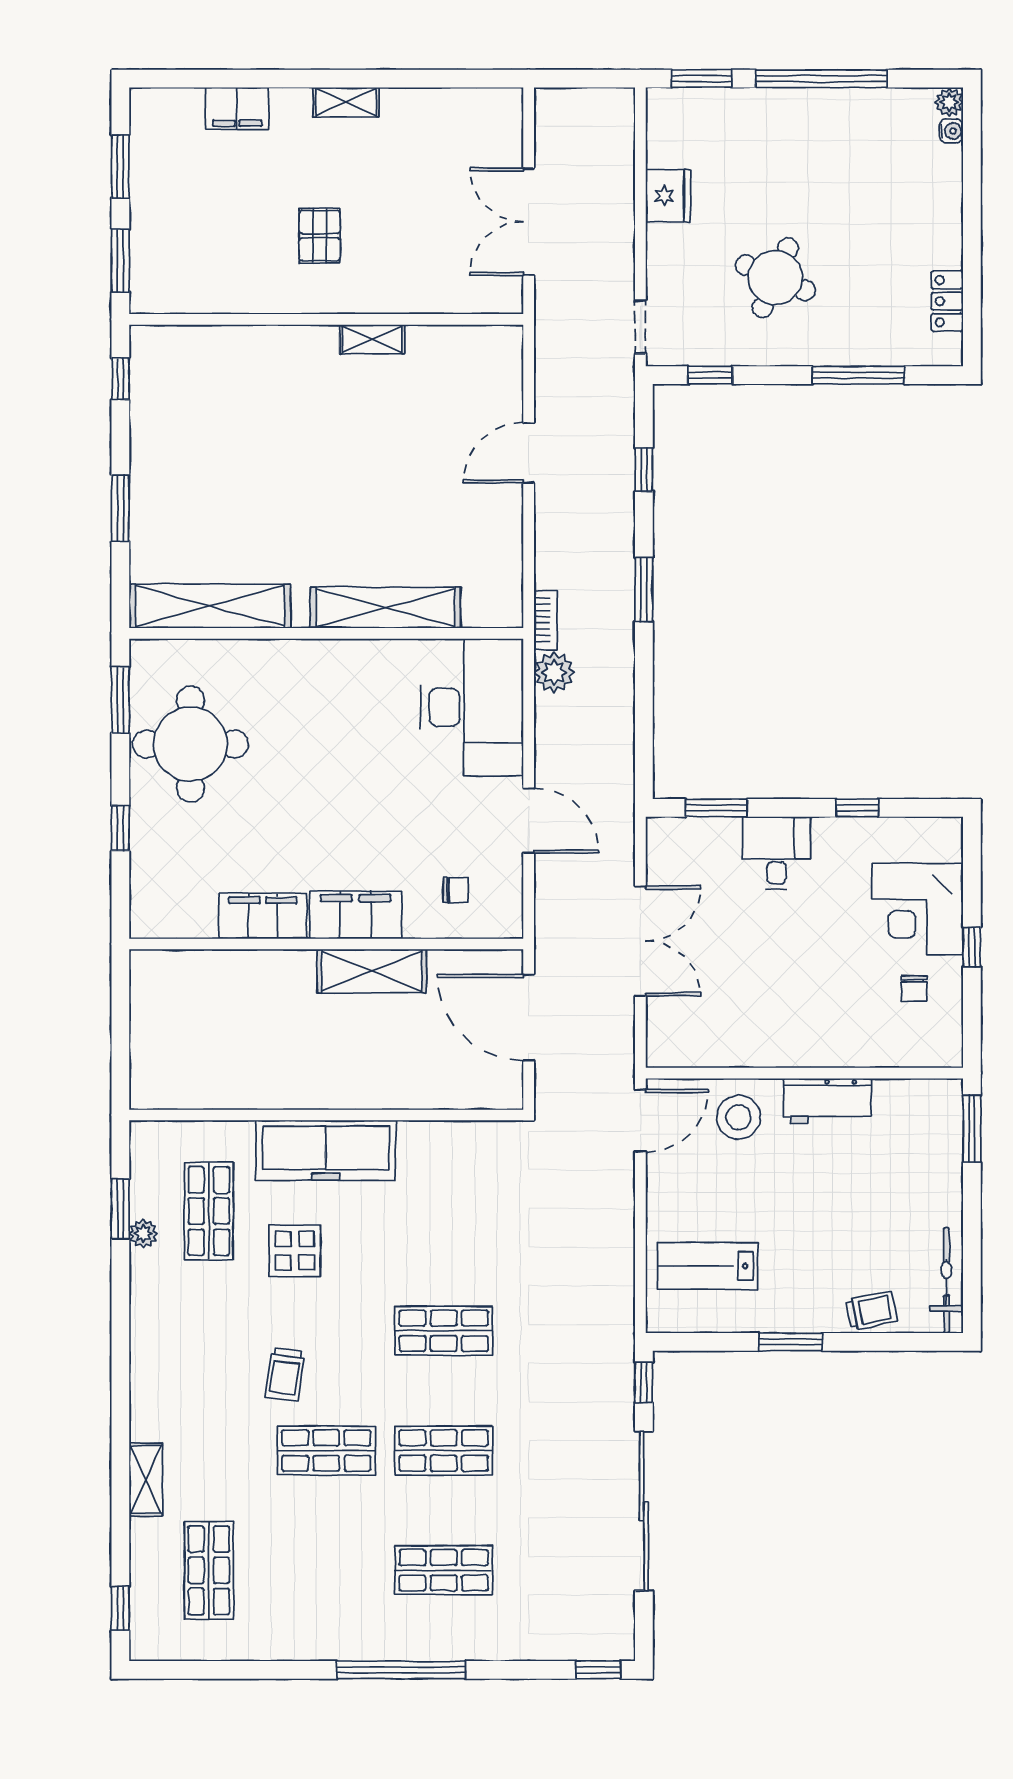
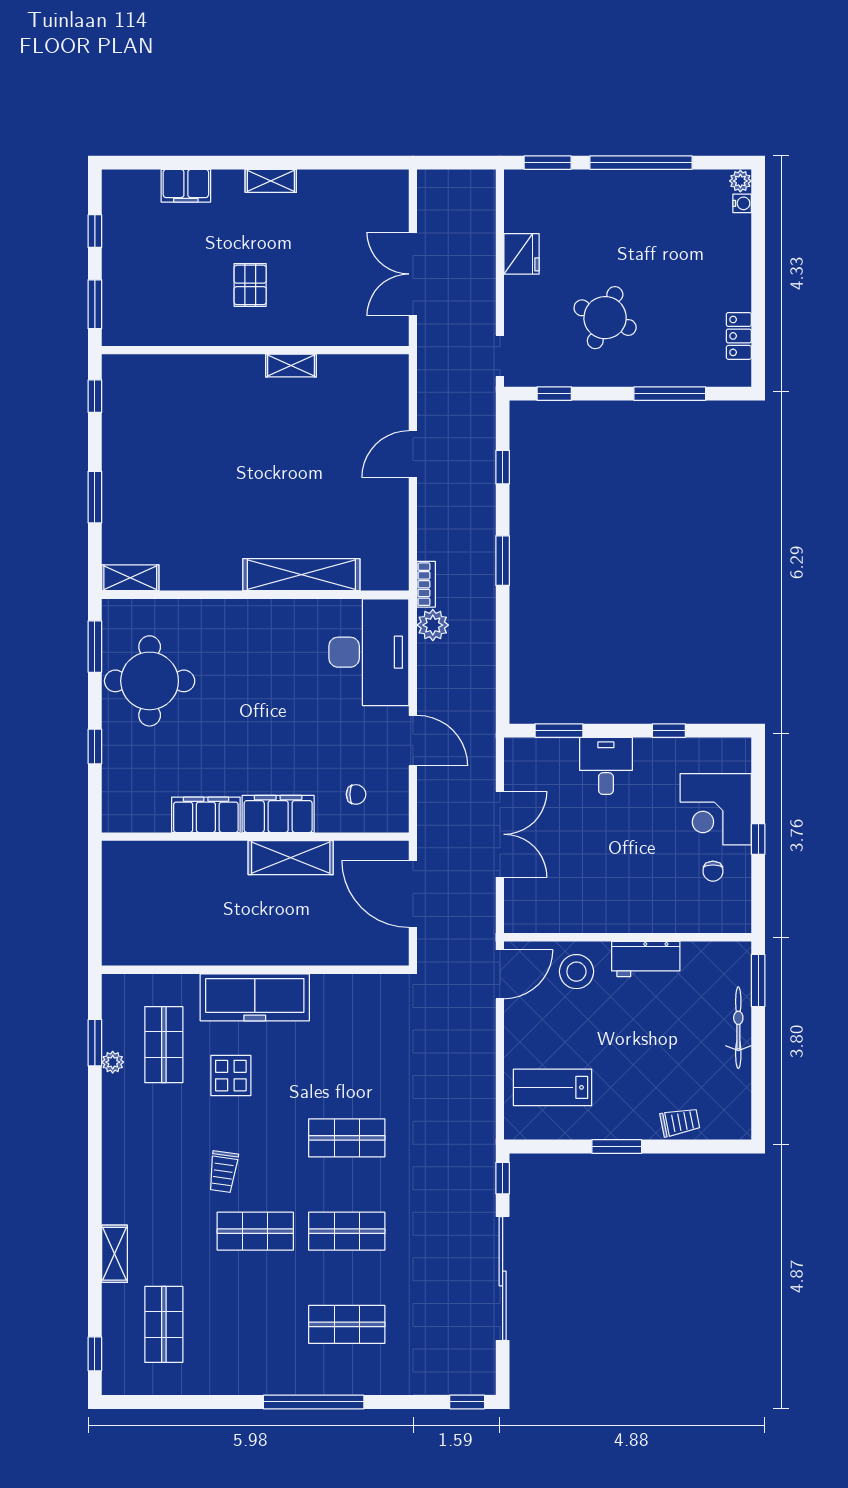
window: (120, 166) -> (95, 231), width x0.67
shelving: (210, 606) -> (130, 578), width x0.45, depth x0.75
bicycle: (946, 1280) -> (738, 1028), moved

